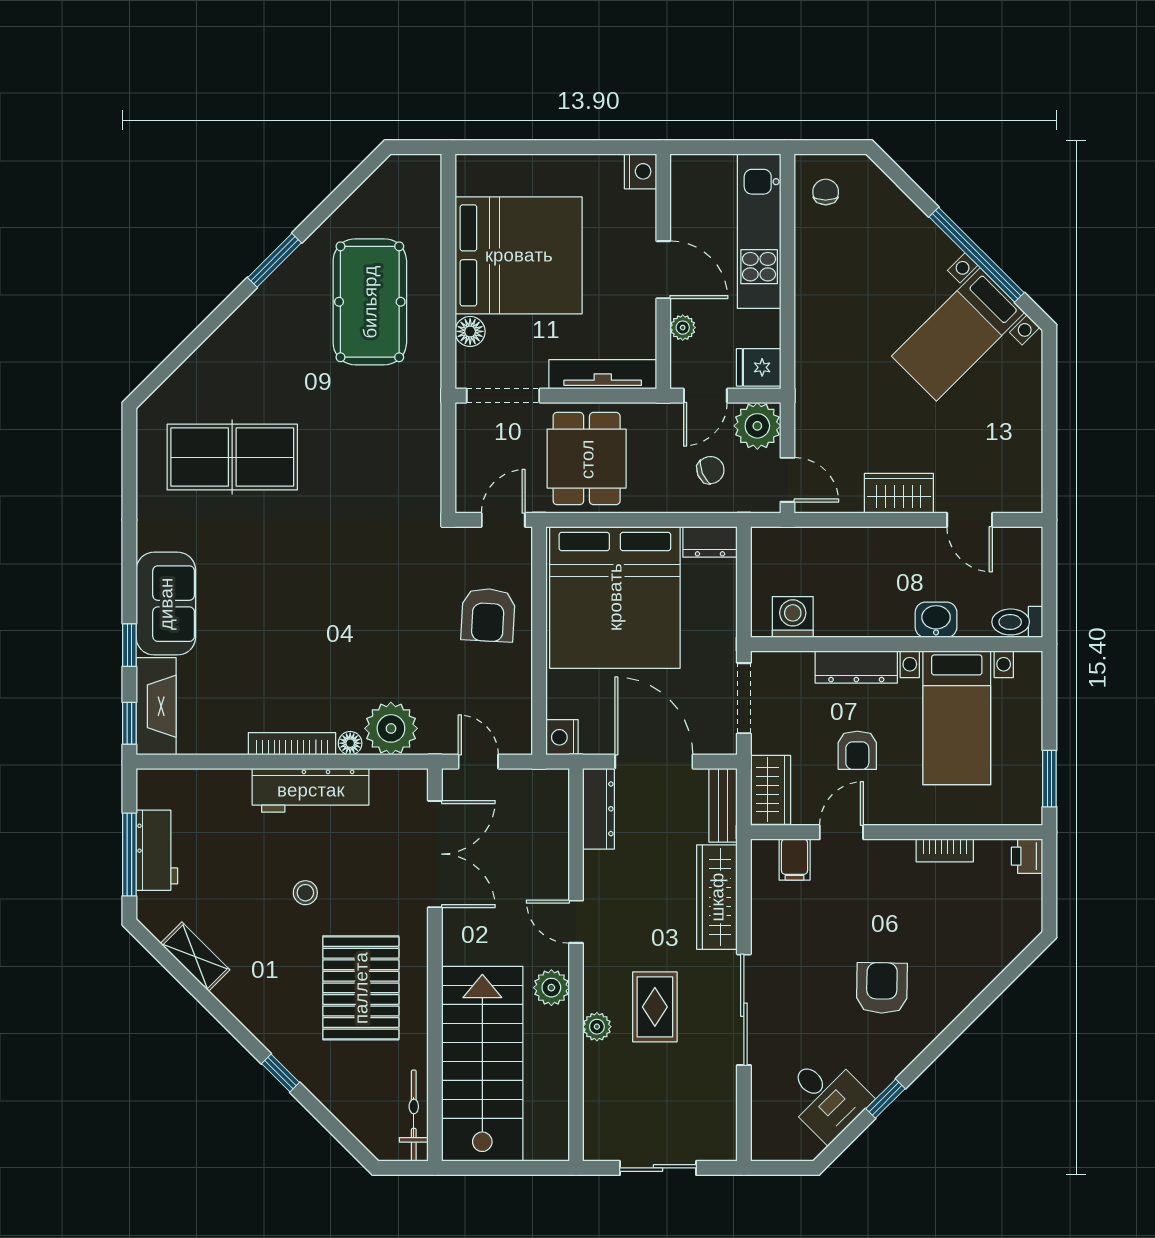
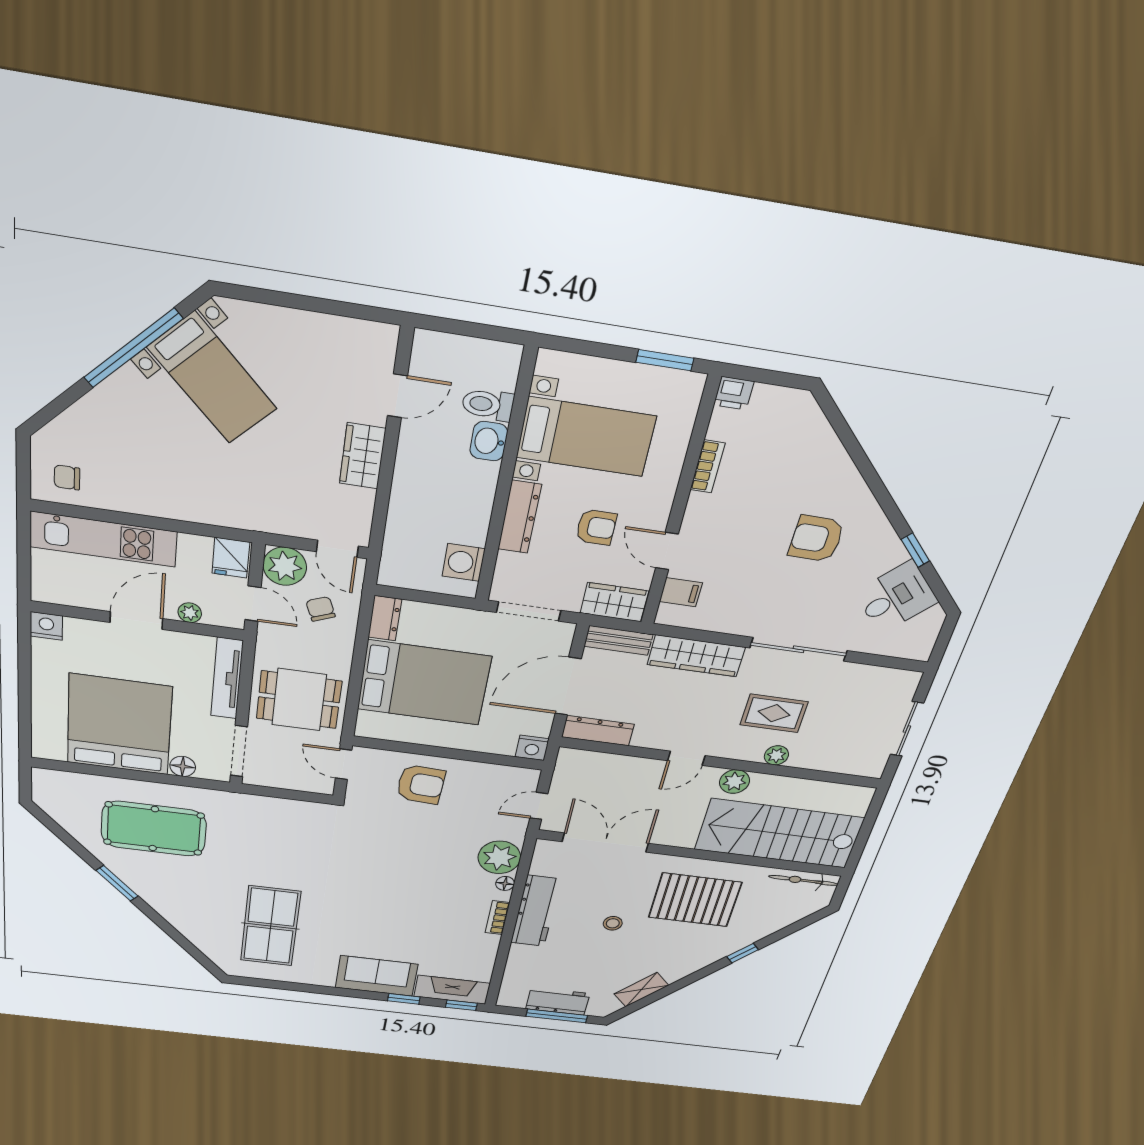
door: (788, 480) -> (337, 549), swing flipped
bed: (615, 597) -> (424, 683), width x0.73
toilet: (1017, 622) -> (488, 405), moved, turned 90
bookcase: (292, 744) -> (497, 918), width x0.64

